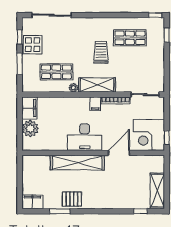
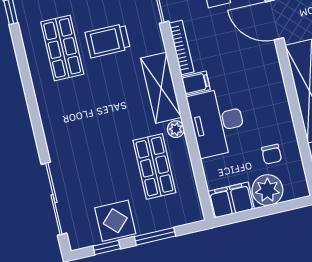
trolley: (101, 52) -> (108, 41), moved
chair: (49, 135) -> (272, 154), added
desk: (85, 137) -> (217, 122), moved, turned 180

